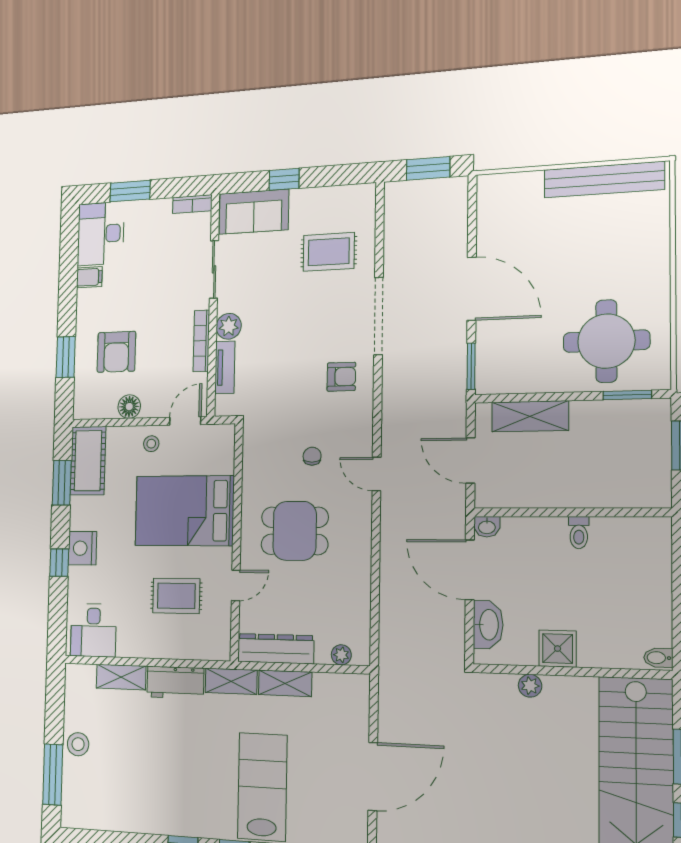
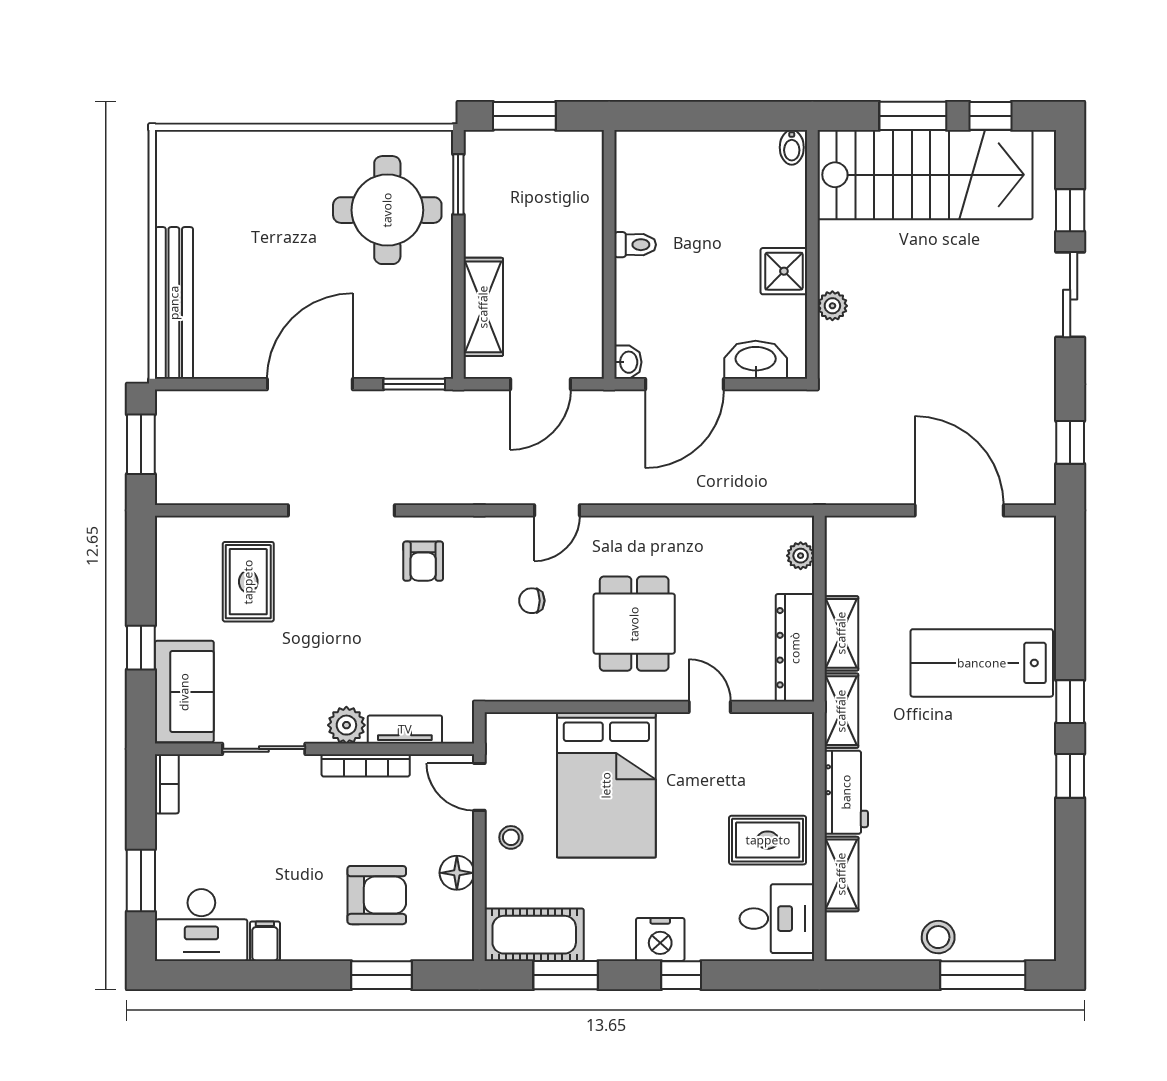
bench: (604, 180) -> (174, 303), moved
armchair: (341, 377) -> (423, 561), turned 180
rug: (176, 596) -> (768, 840), moved, turned 90

